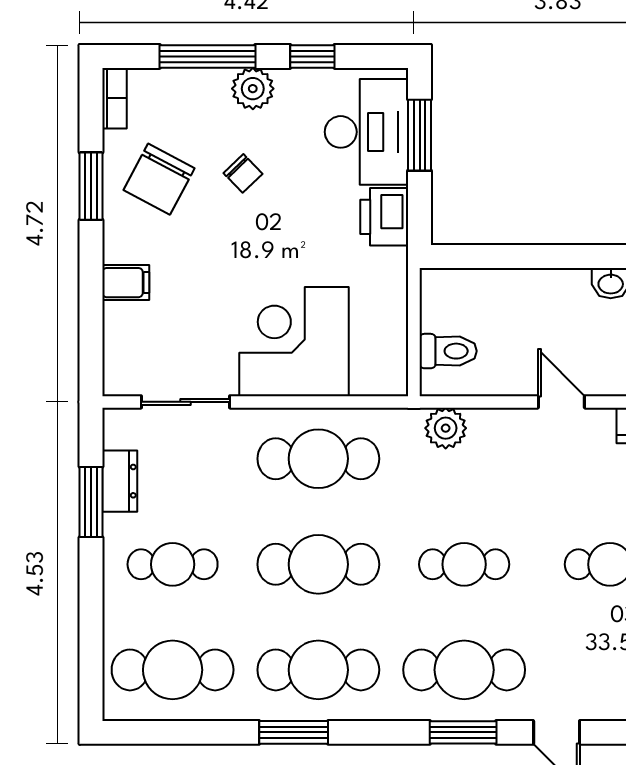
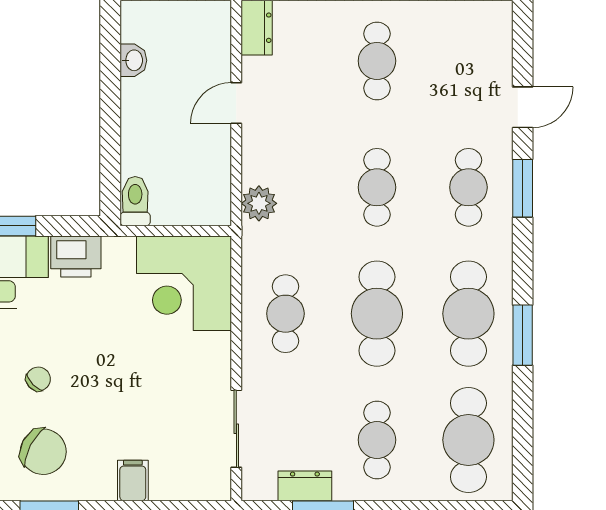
corner desk: (294, 342) -> (184, 283), moved
toilet: (448, 351) -> (135, 201), moved
cafe table: (318, 459) -> (285, 314), width x0.73, depth x0.74
cafe table: (464, 670) -> (468, 187), width x0.73, depth x0.74

